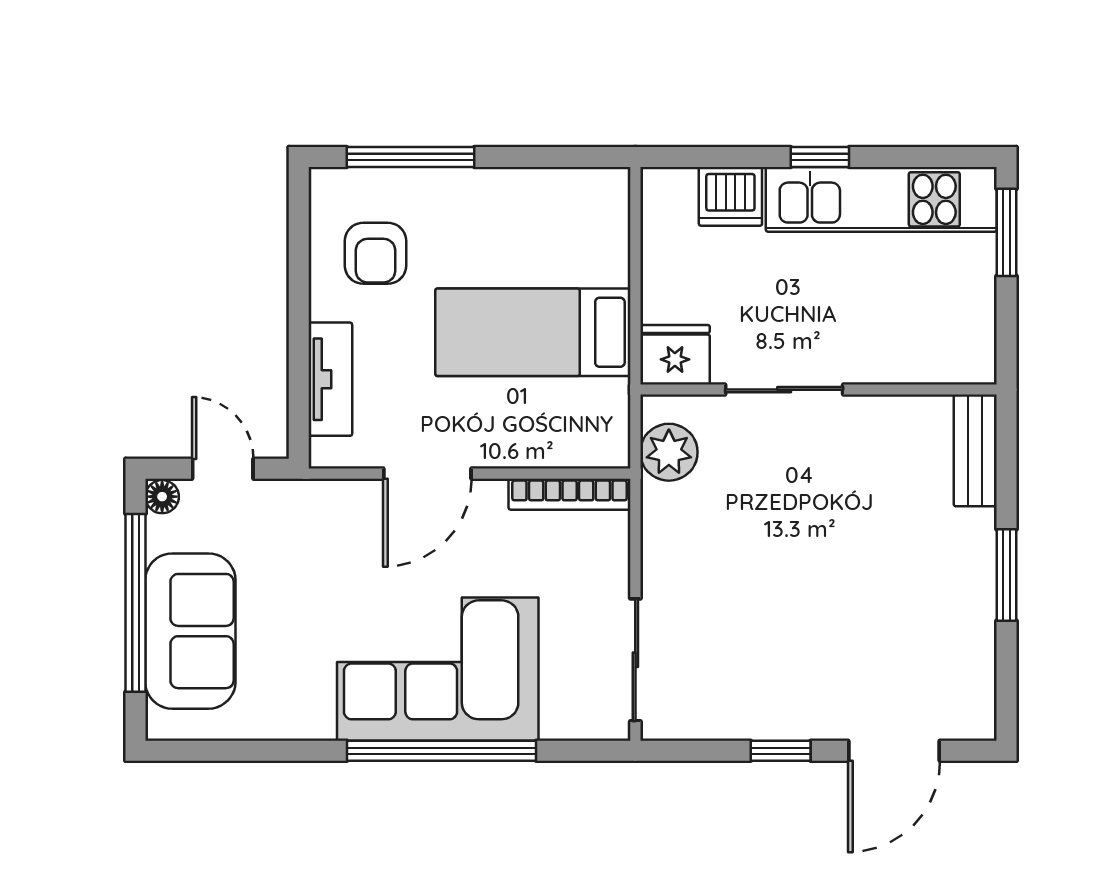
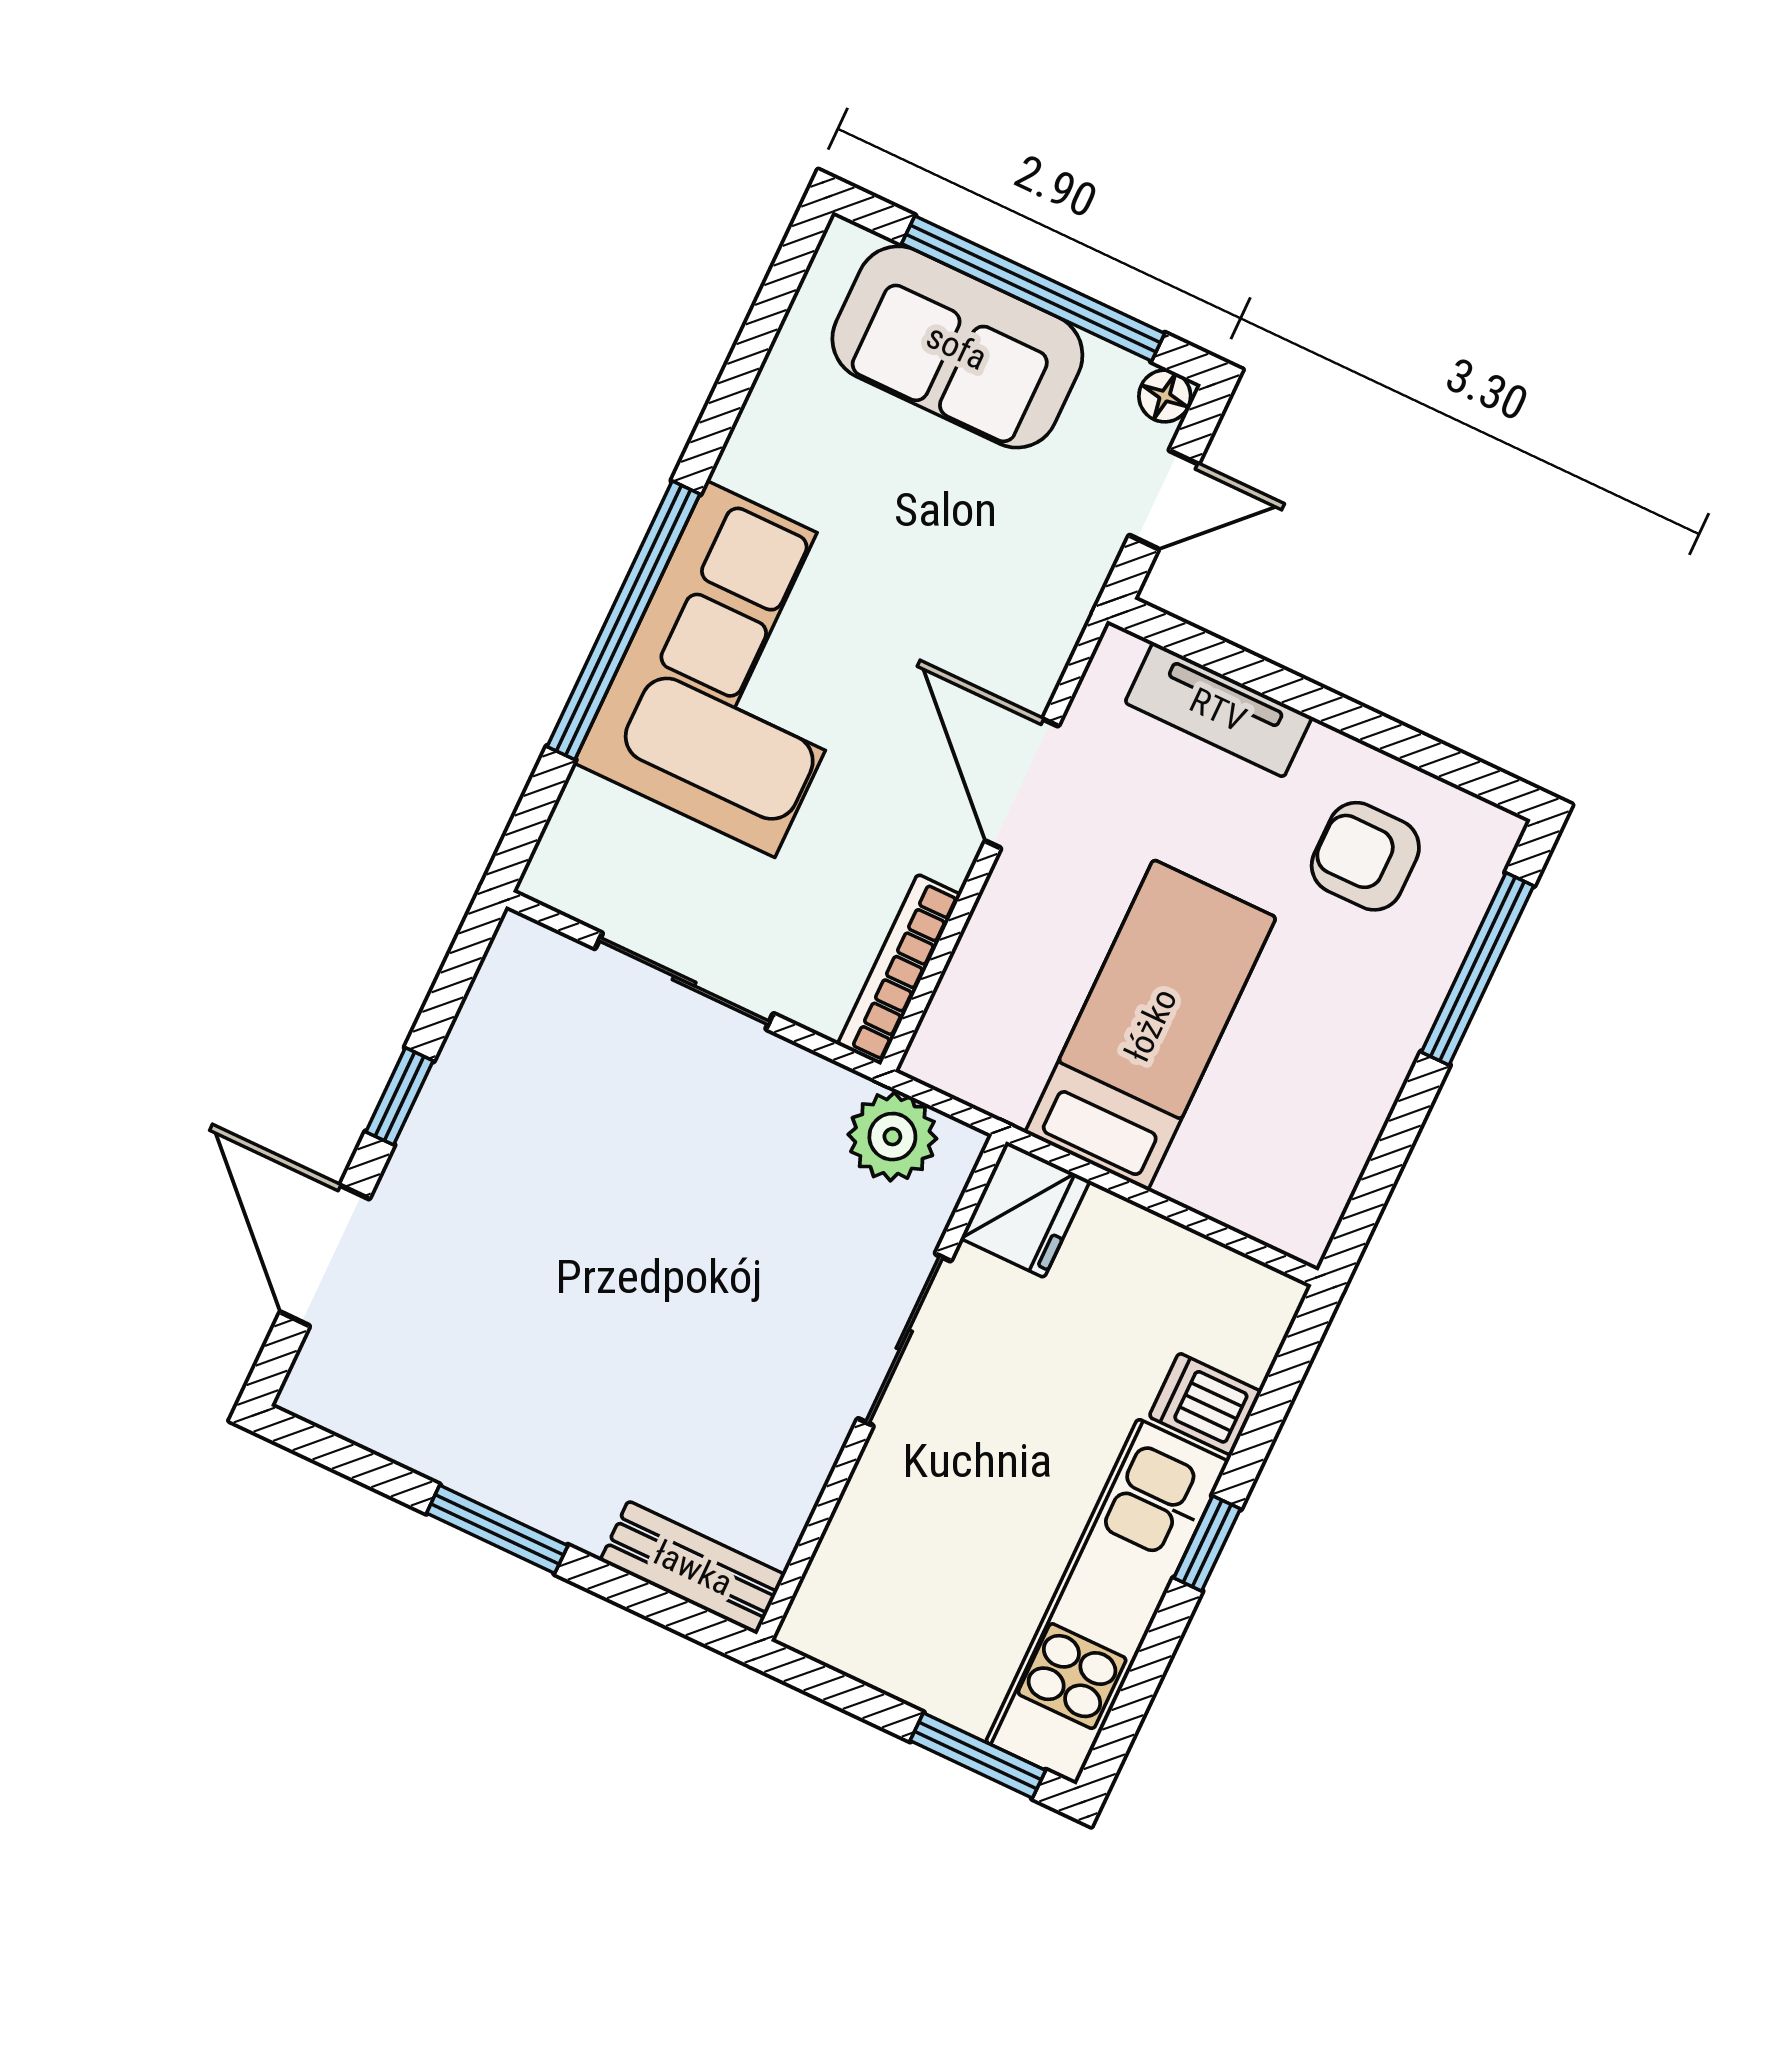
dishwasher: (730, 196) -> (1205, 1404), width x0.73
sliding door: (635, 660) -> (684, 981), moved

